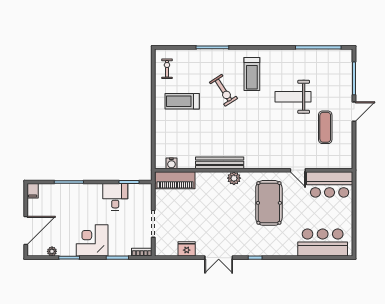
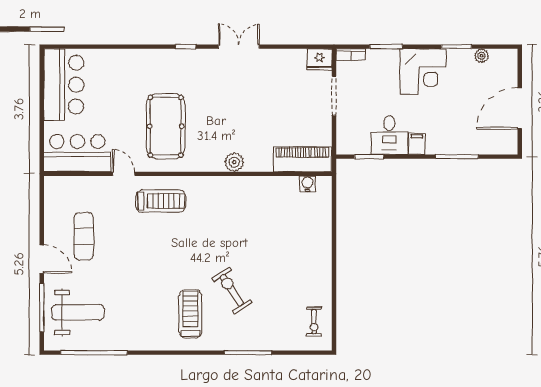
weight bench: (293, 97) -> (78, 312), moved
treadmill: (182, 101) -> (161, 201), moved
door: (354, 112) -> (42, 259), swing flipped
bench: (220, 163) -> (237, 185), removed
plant: (234, 178) -> (234, 162), moved
filing cabinet: (33, 191) -> (417, 144), moved
door: (26, 231) -> (520, 108), moved
bar counter: (323, 243) -> (64, 85), moved, turned -90
fridge: (187, 249) -> (320, 59), moved

